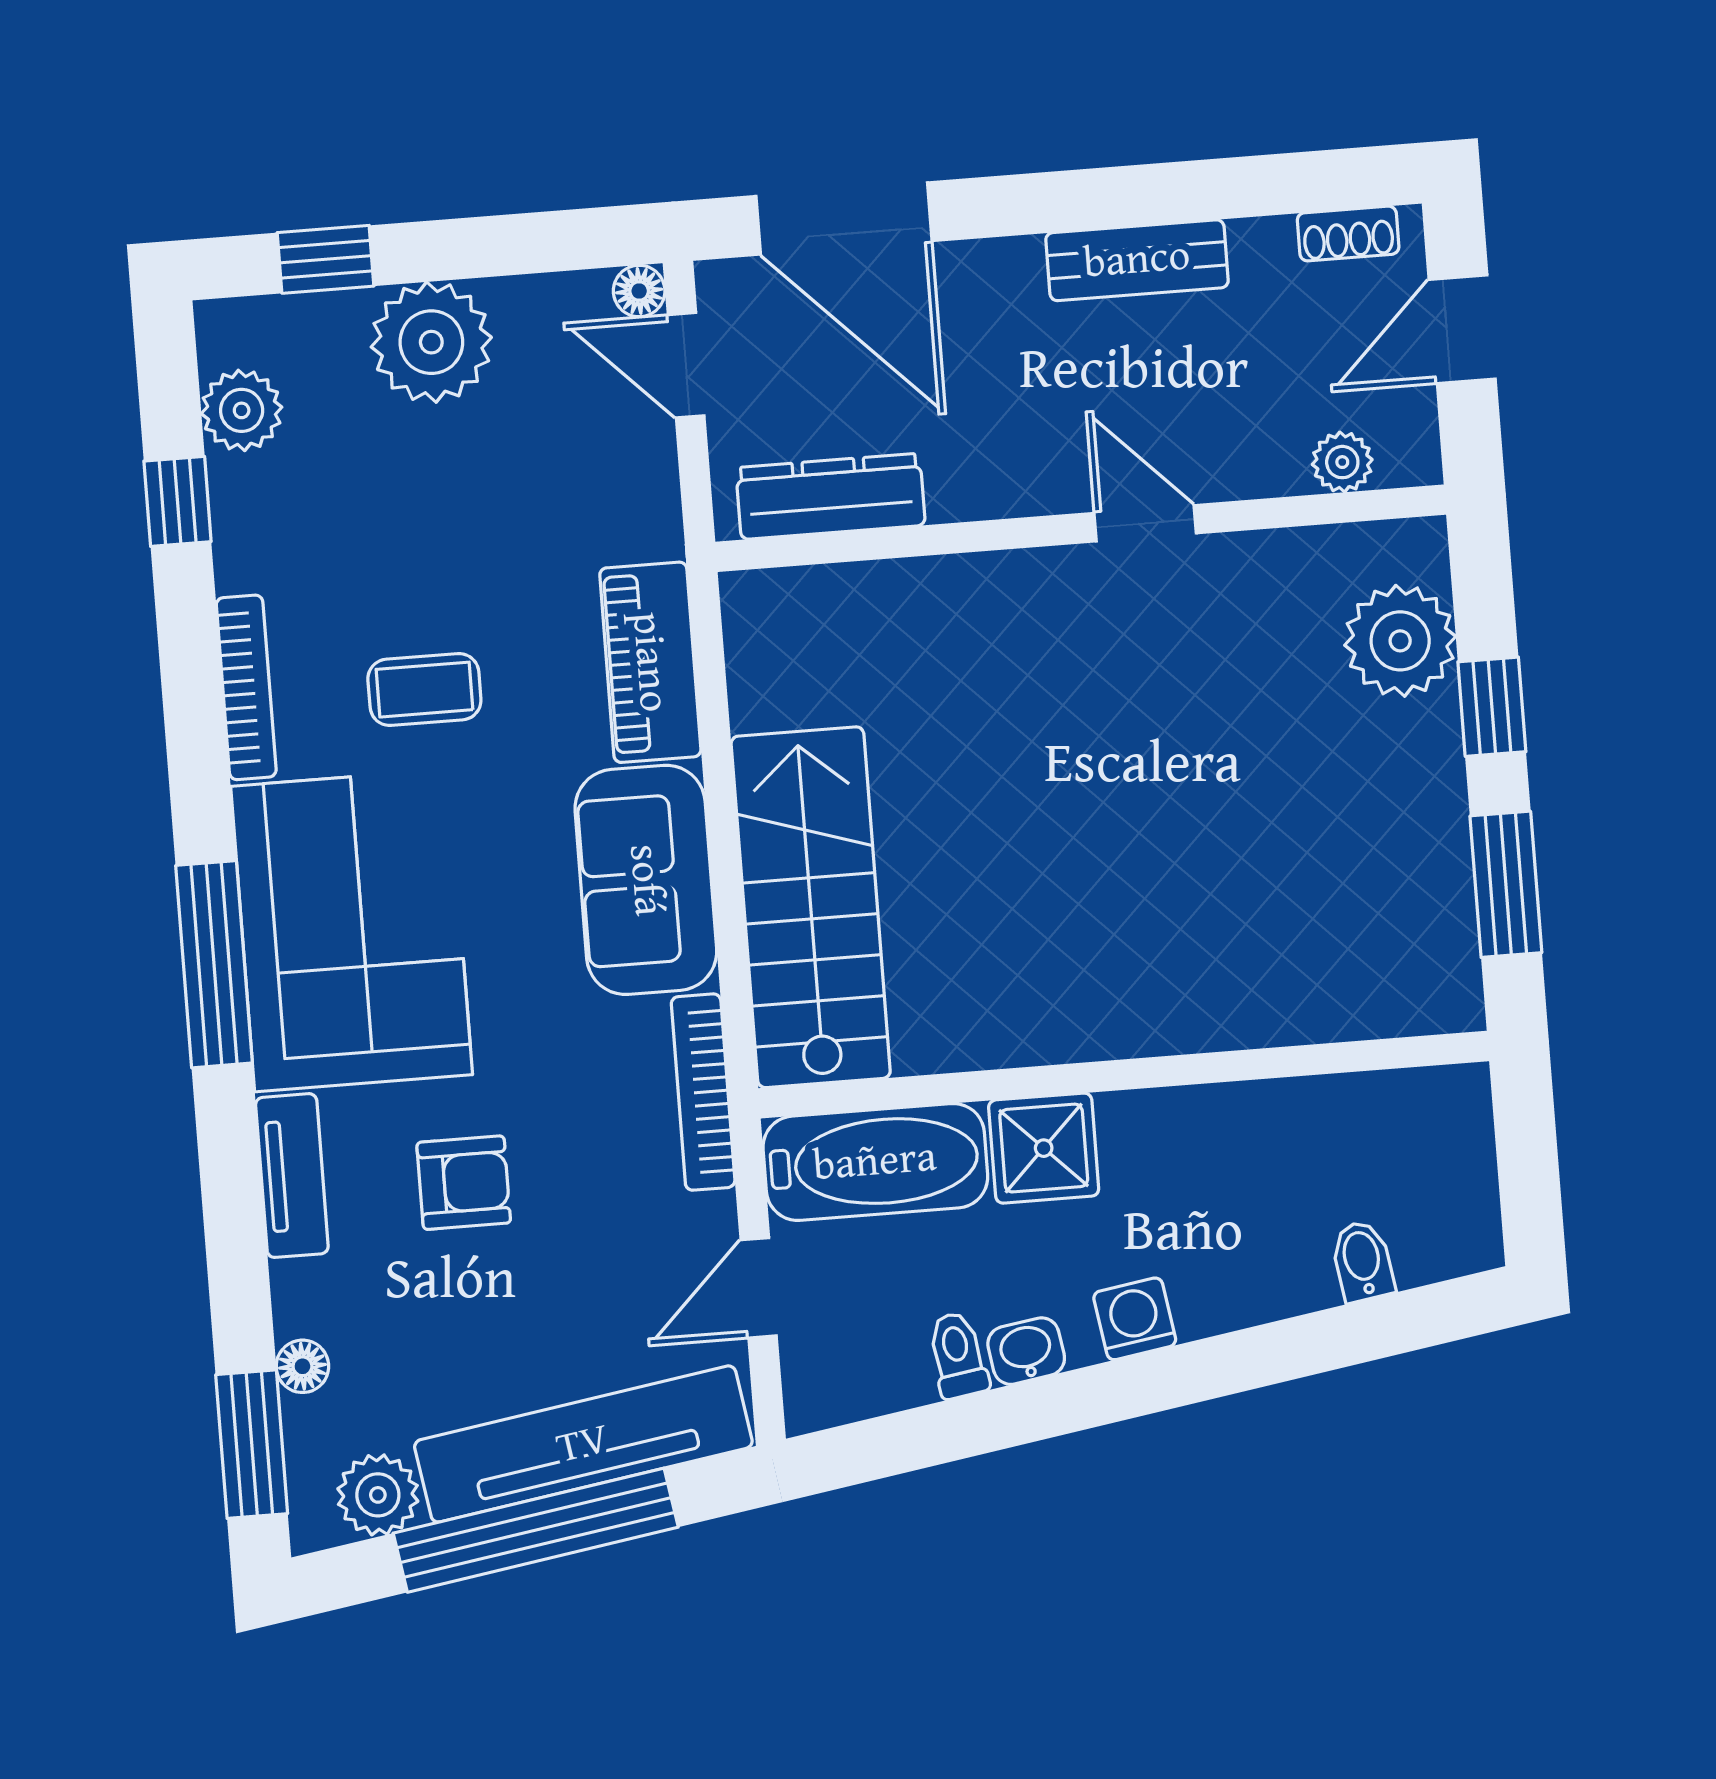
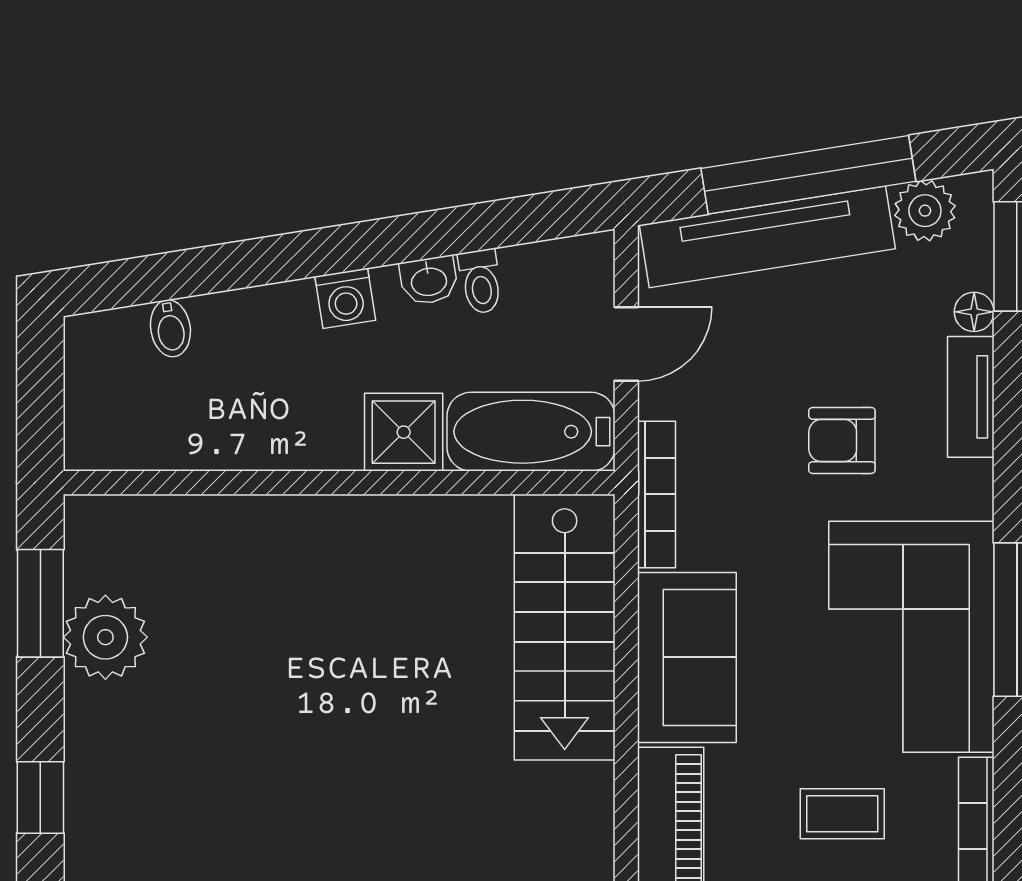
plant: (1400, 641) -> (105, 637), moved
window: (1492, 707) -> (40, 797), moved
tv unit: (292, 1176) -> (971, 397), moved

